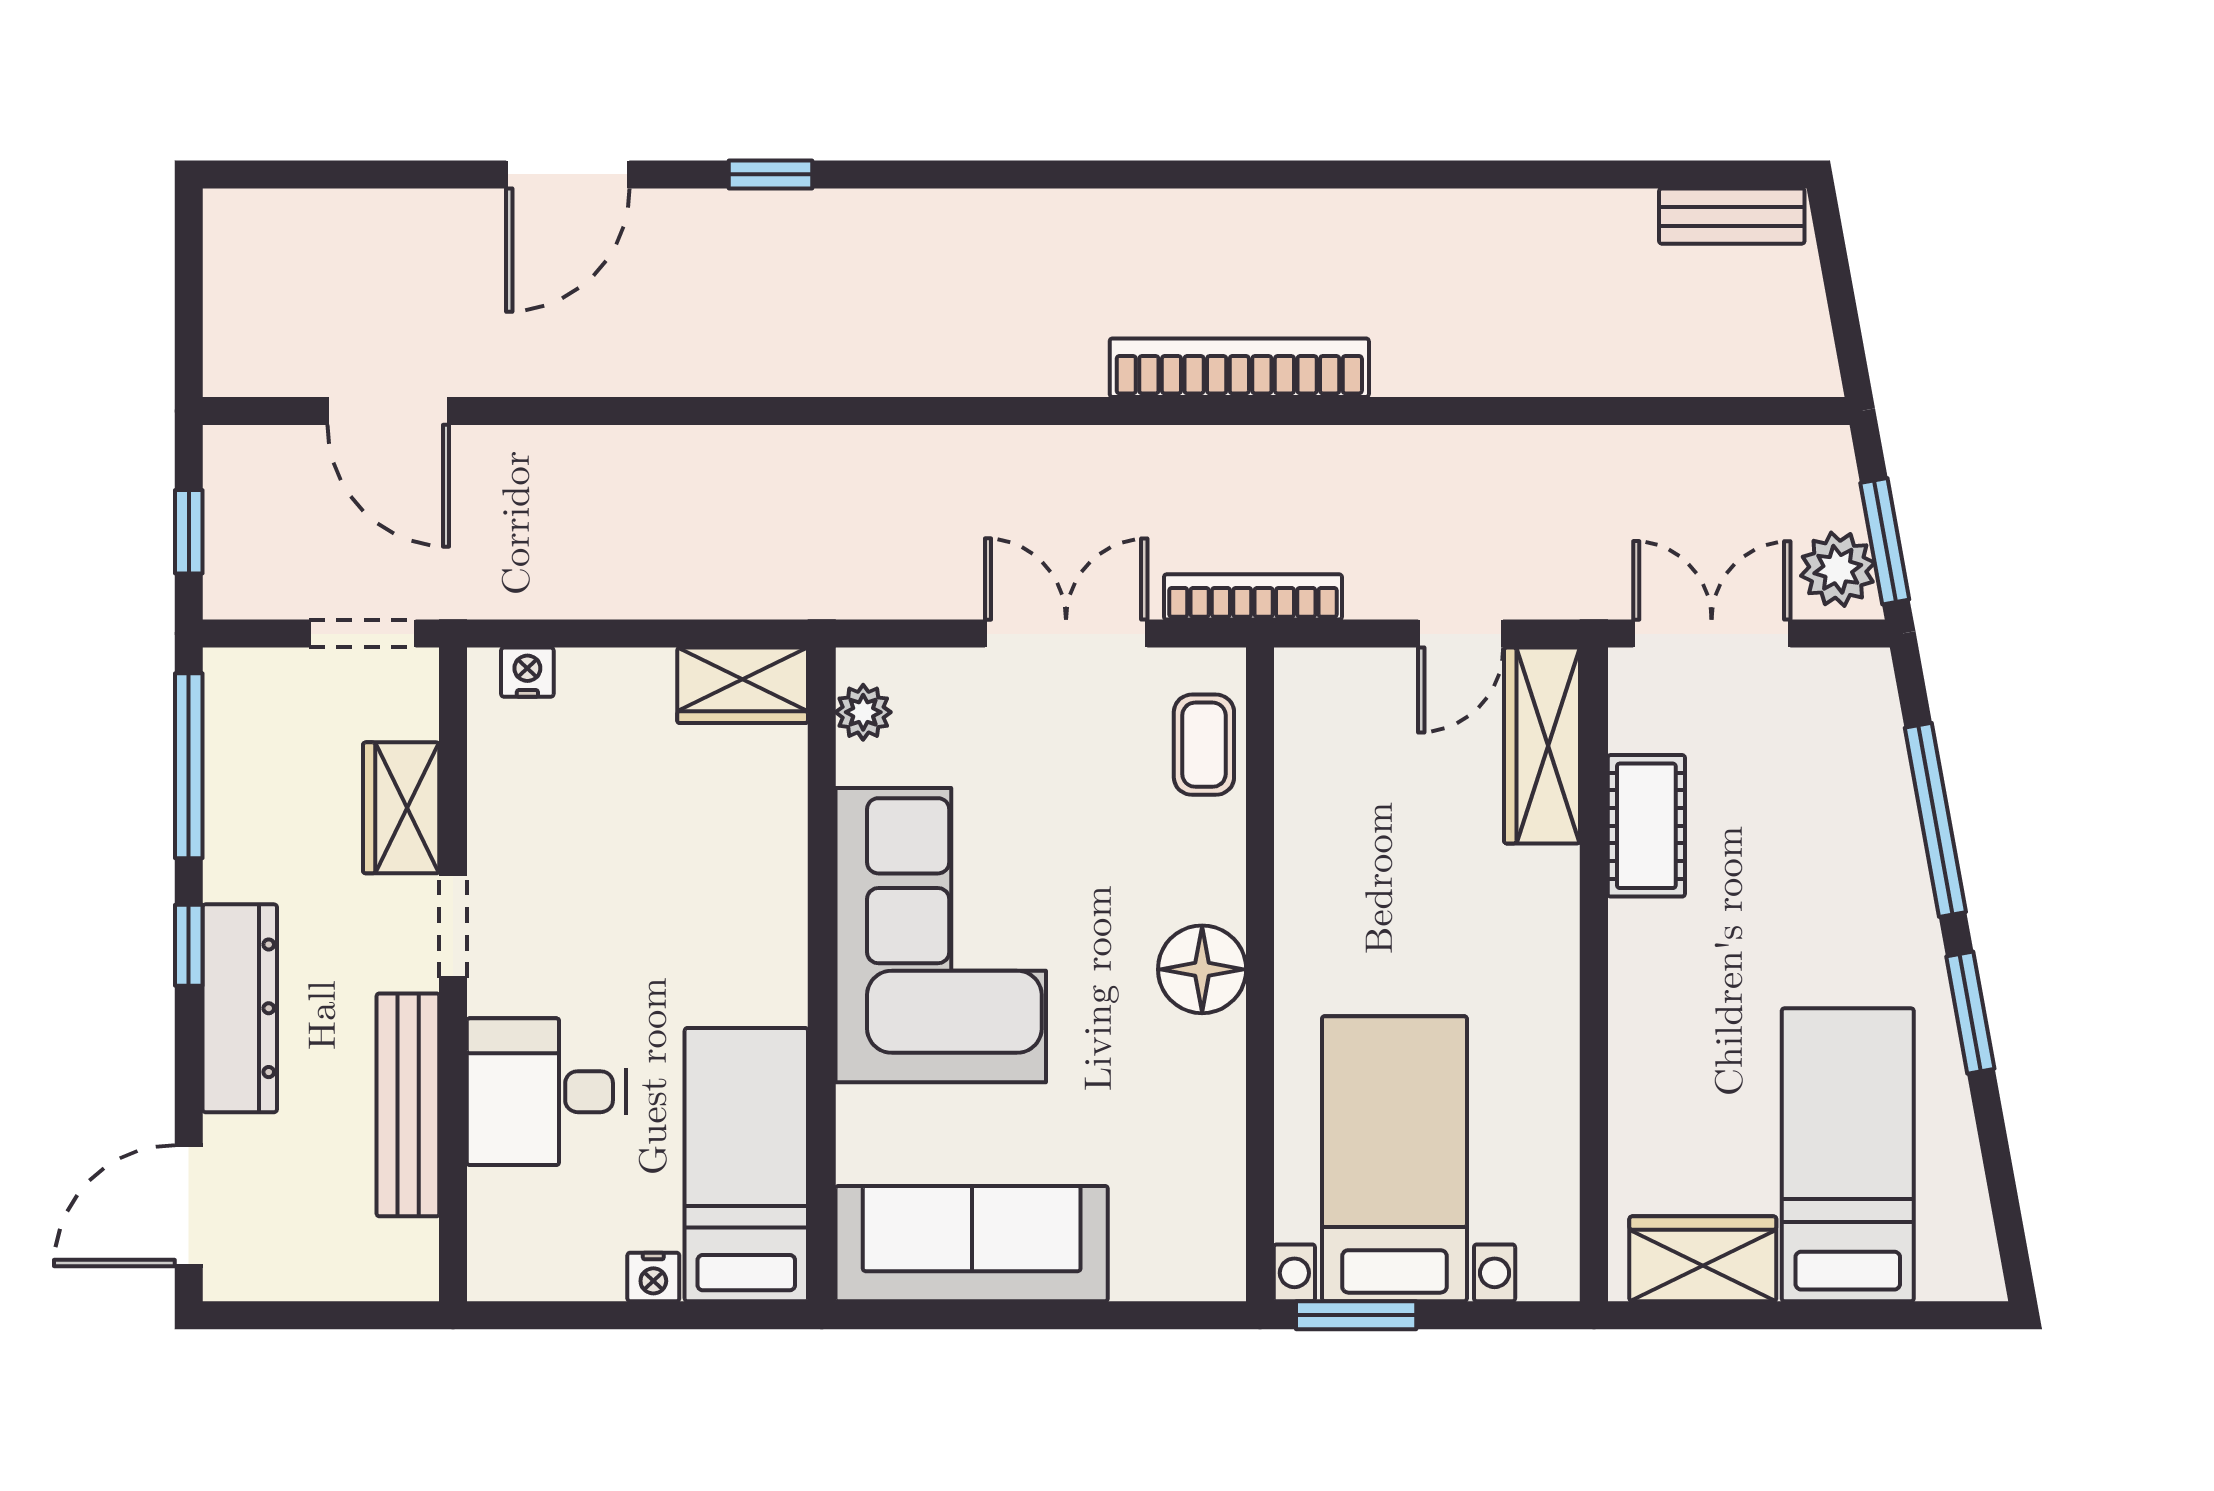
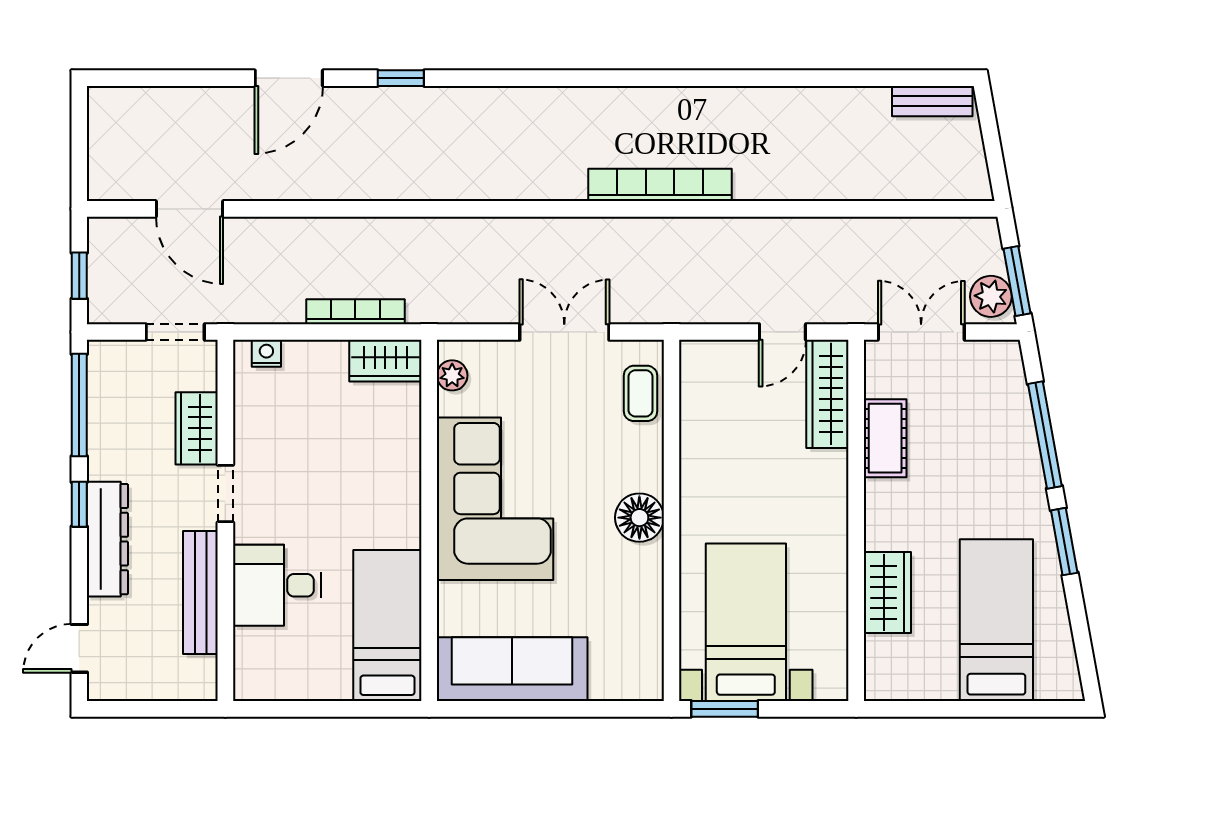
bookcase: (1253, 597) -> (355, 312), moved
door: (189, 1206) -> (79, 648), width x0.73
wardrobe: (1703, 1259) -> (887, 593), moved, turned 90
nightstand: (653, 1277) -> (336, 688), removed

